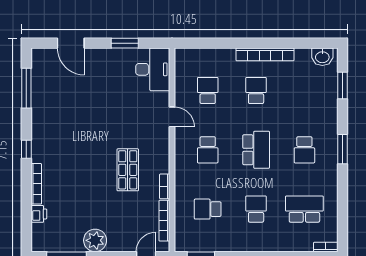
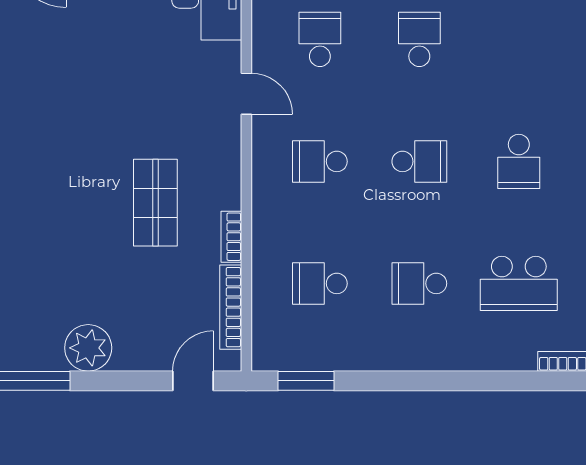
school desk: (208, 150) -> (320, 161), turned 90
school desk: (256, 150) -> (419, 161), width x0.54
school desk: (256, 209) -> (419, 283), turned -90
school desk: (304, 209) -> (519, 283), turned 180

